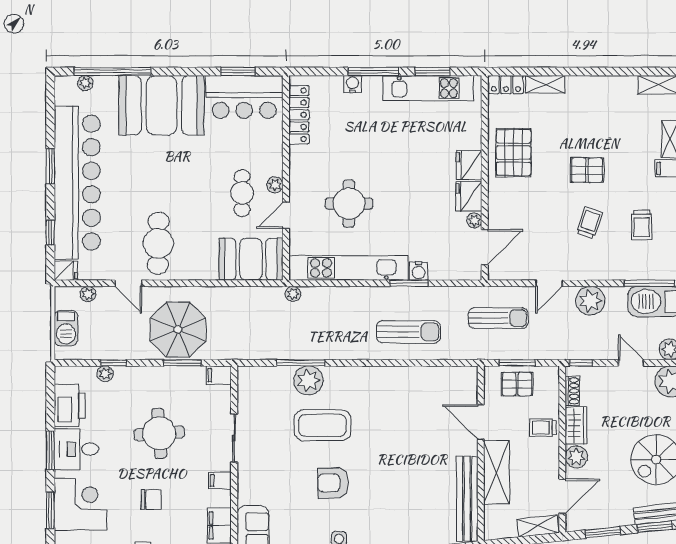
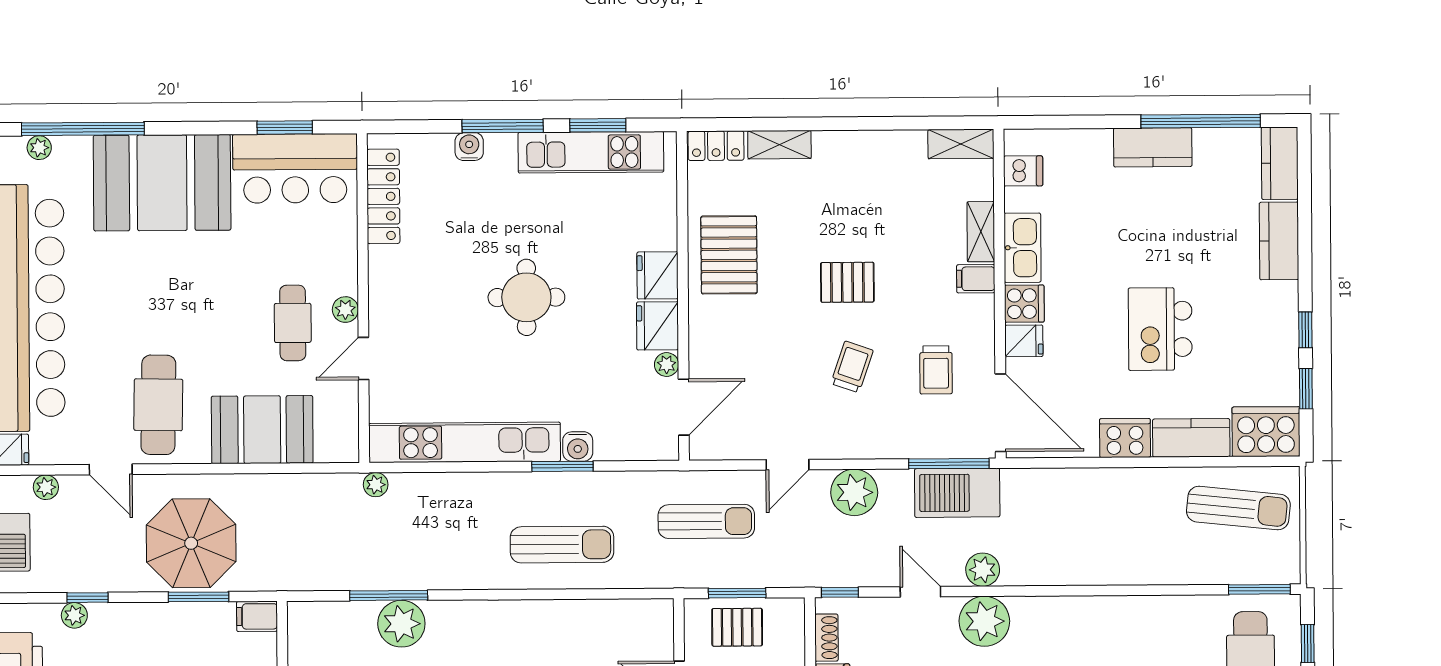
round table: (349, 204) -> (526, 297), moved
booth: (251, 259) -> (262, 430), moved

